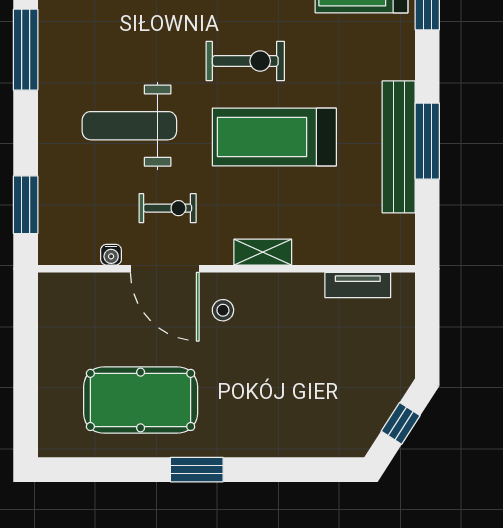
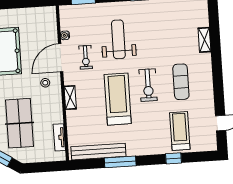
bench: (399, 147) -> (98, 152), moved
table tennis table: (317, 379) -> (20, 123), added

